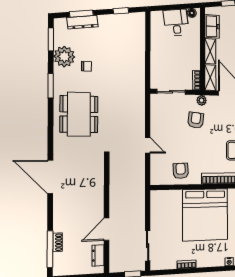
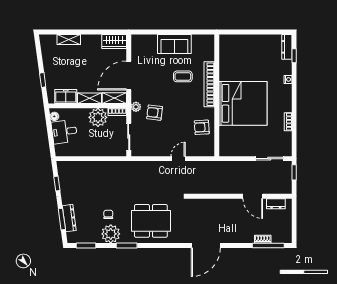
plant: (64, 57) -> (111, 234), moved
plant: (191, 59) -> (98, 117), added

